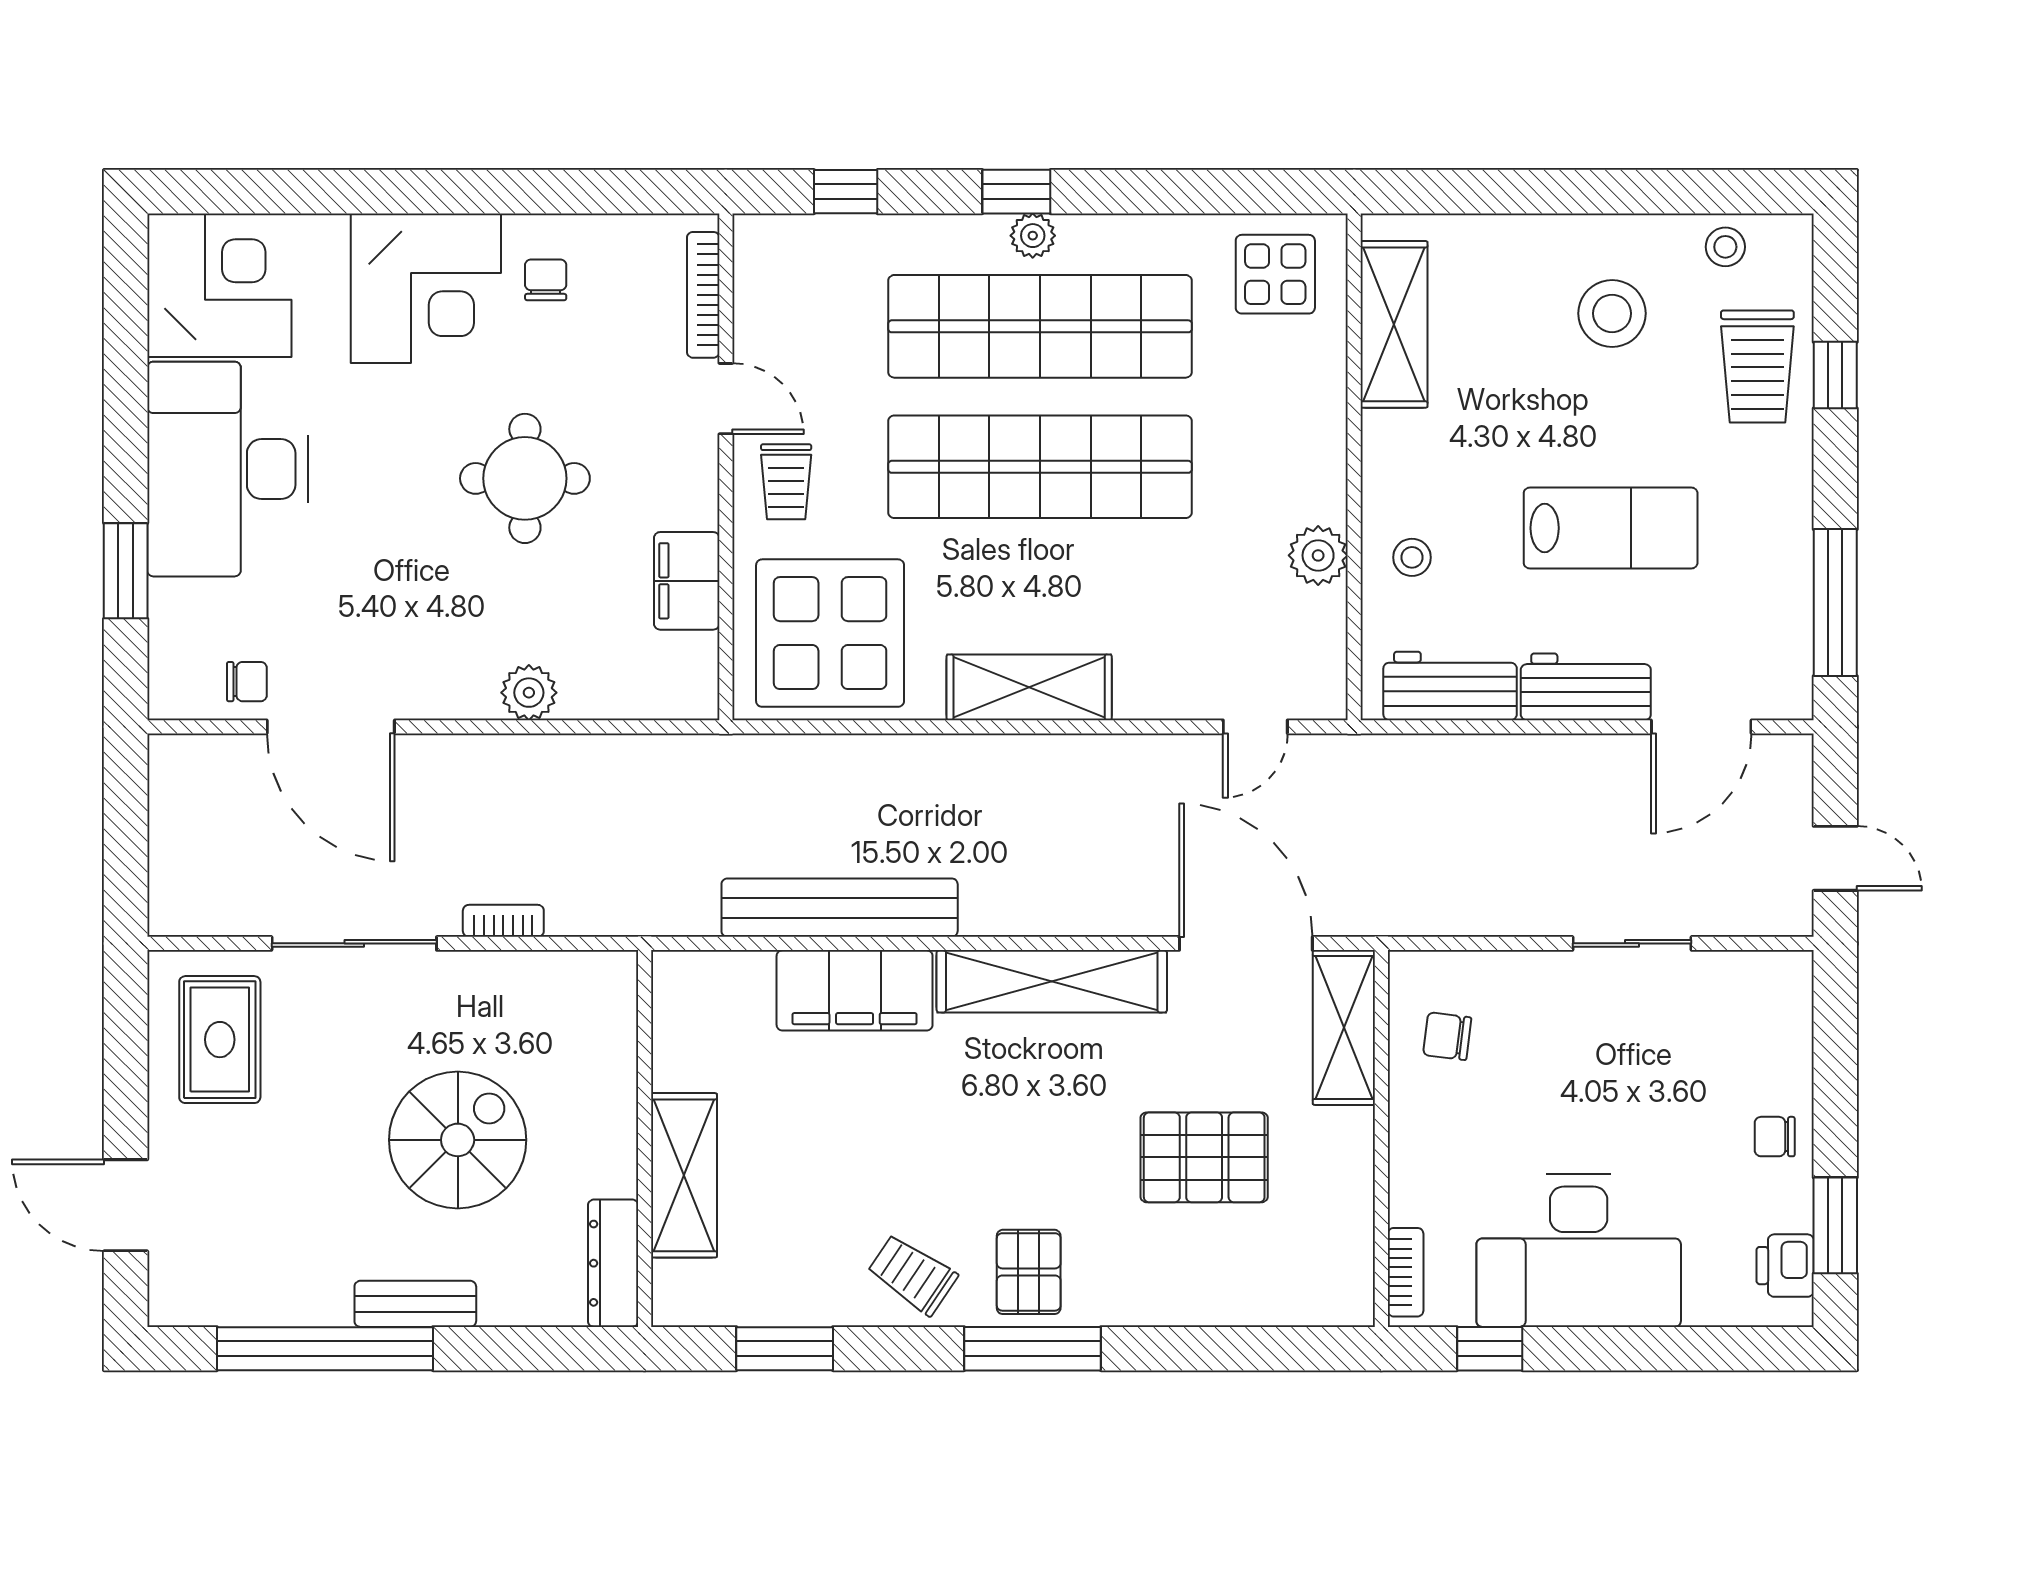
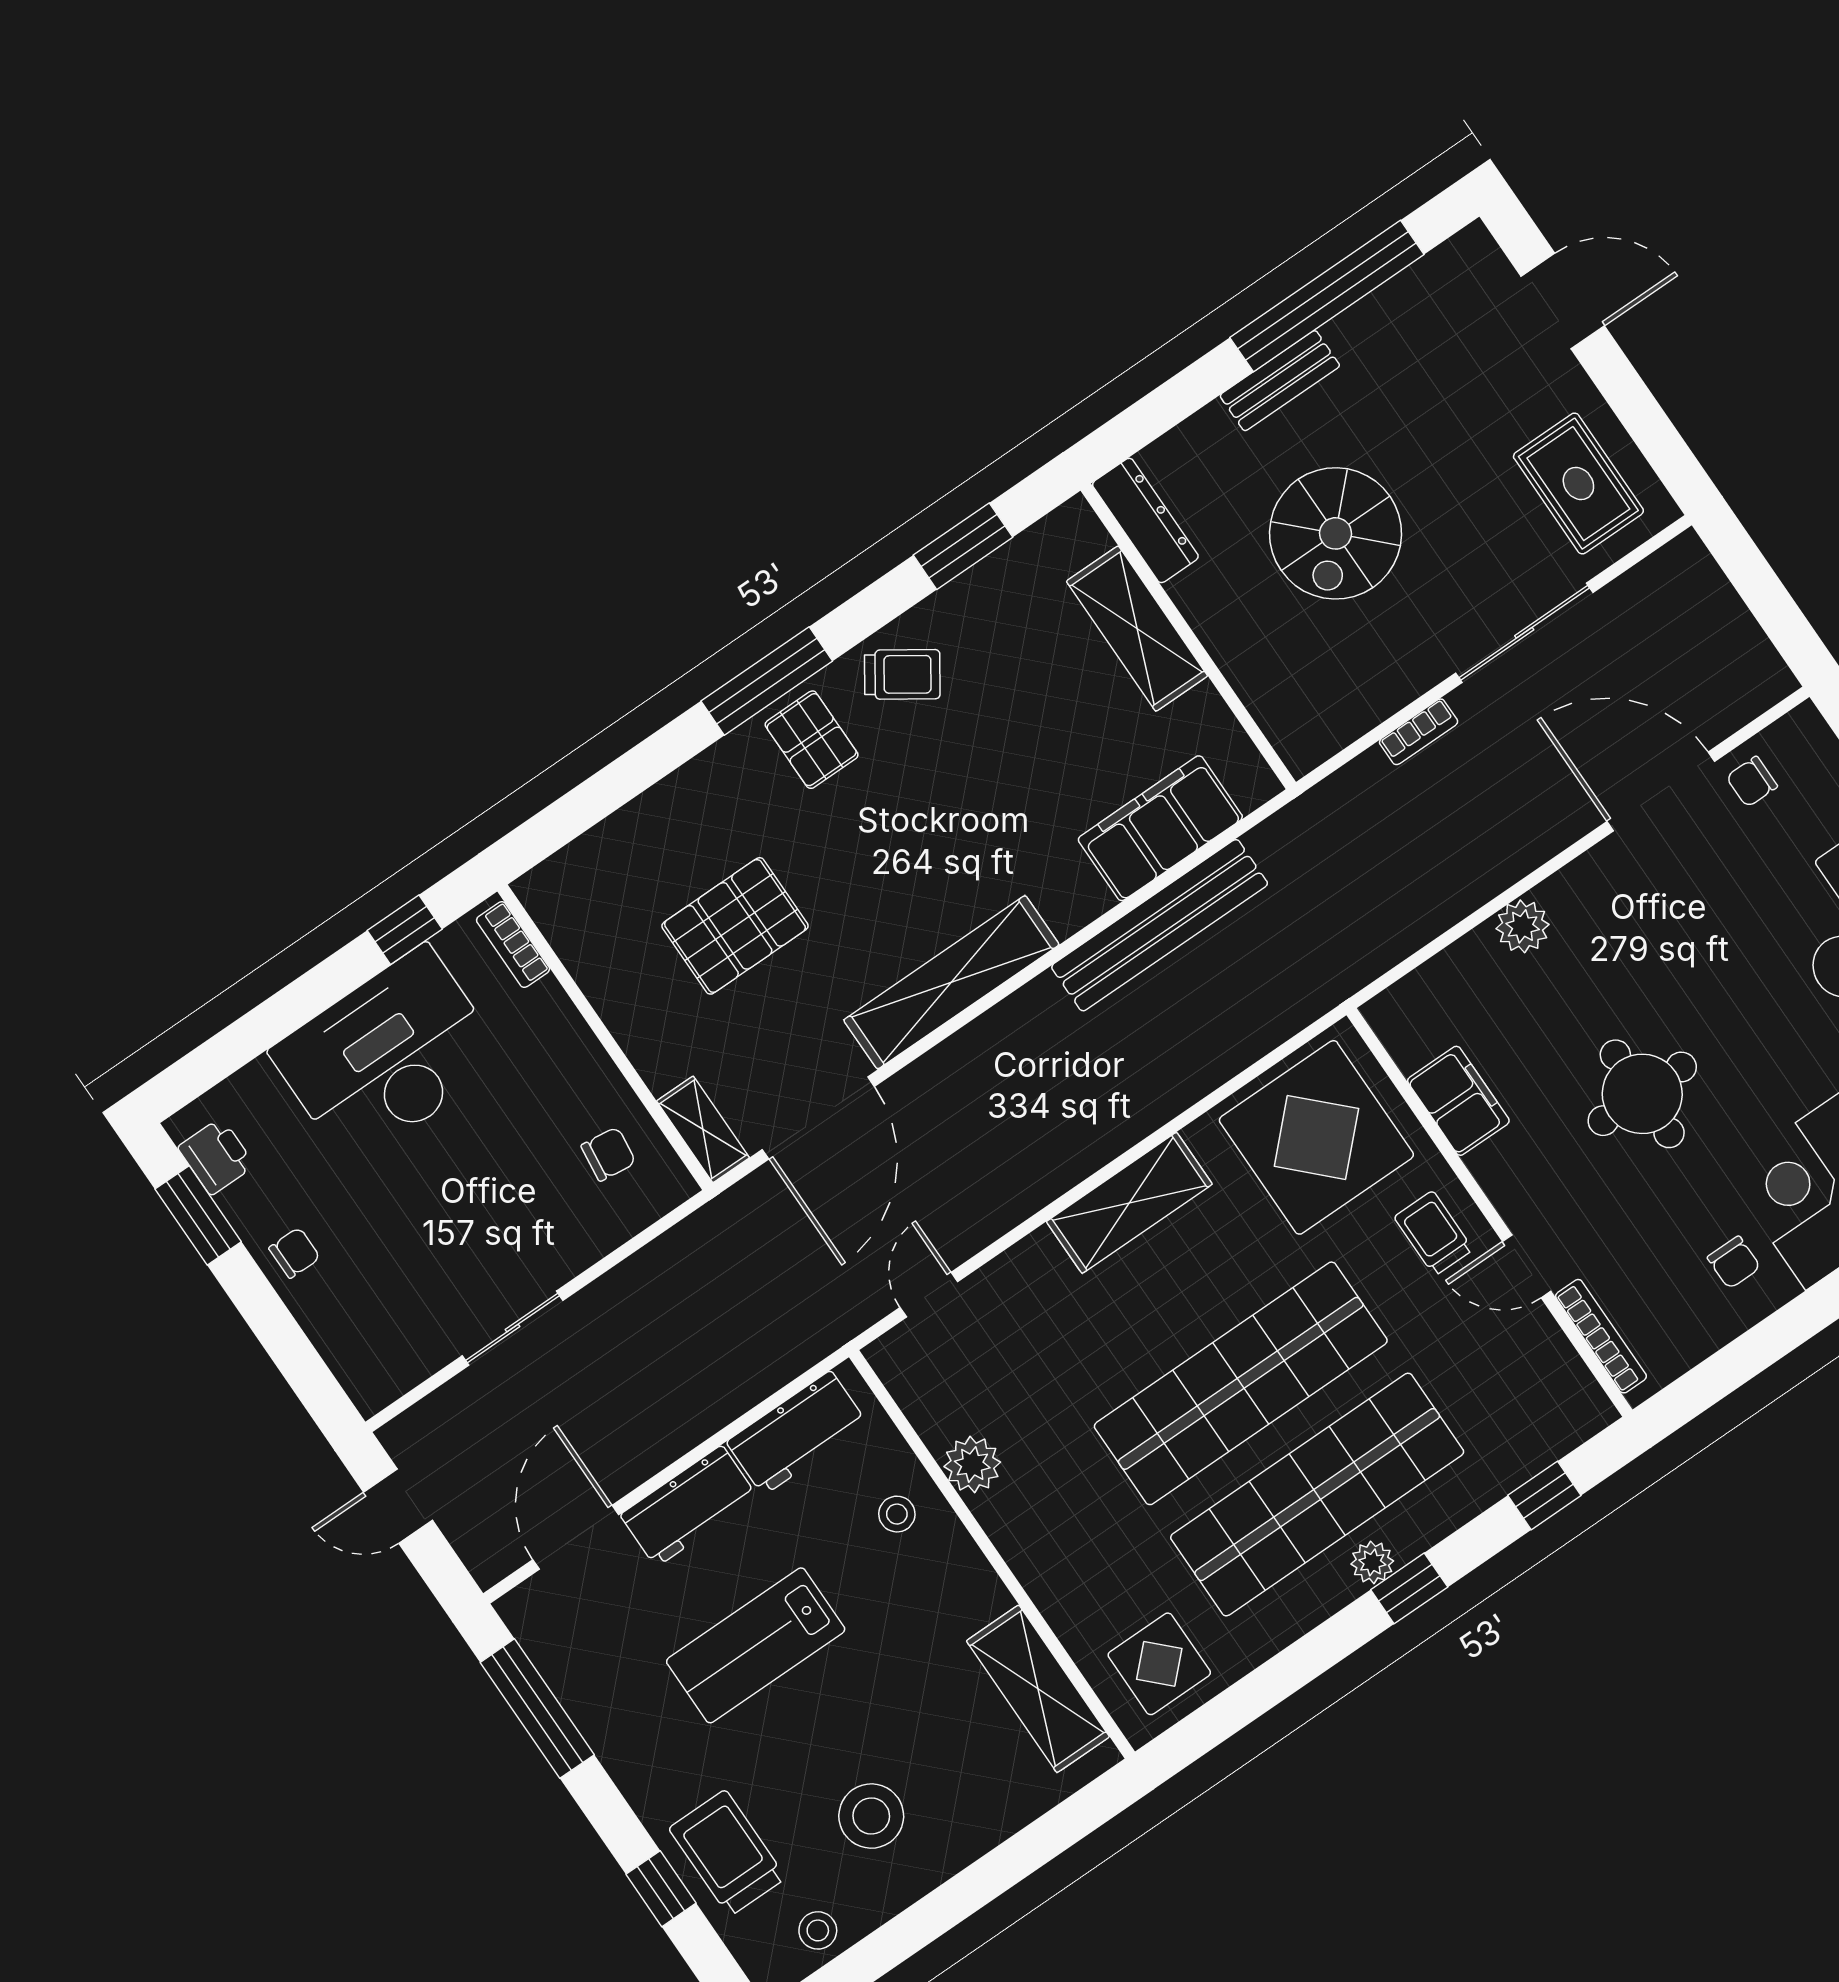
door: (1246, 943) -> (818, 1118), hinge flipped
filing cabinet: (855, 990) -> (1160, 828), moved
shelving: (1344, 1028) -> (703, 1129), width x0.67, depth x0.75

